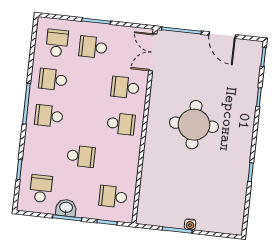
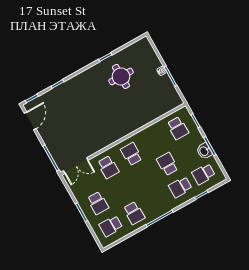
door: (222, 35) -> (30, 121), moved
school desk: (49, 116) -> (180, 187), moved, turned 90
round table: (194, 125) -> (121, 76), moved, width x0.73, depth x0.73

